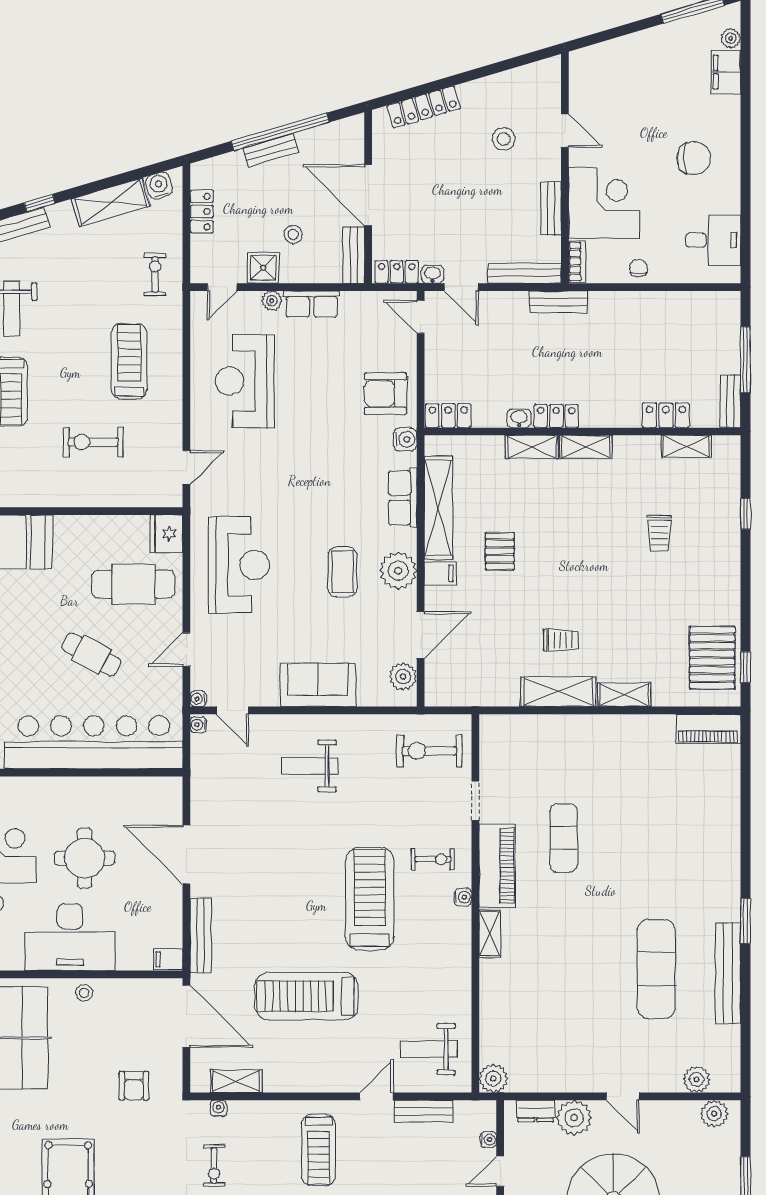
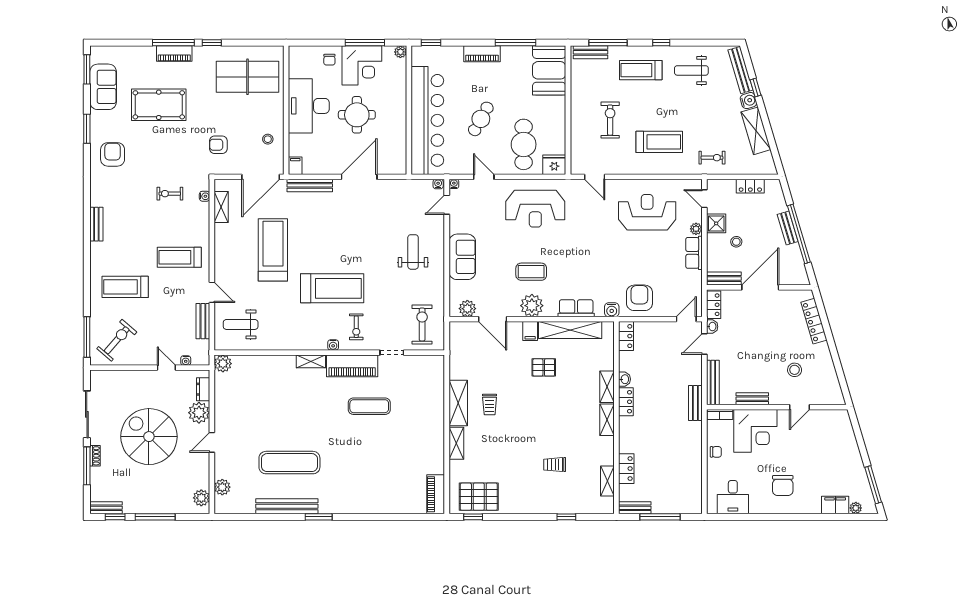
water cooler: (159, 186) -> (749, 101), moved
stool: (84, 993) -> (268, 139), moved
weight bench: (429, 1049) -> (241, 324), turned -90

